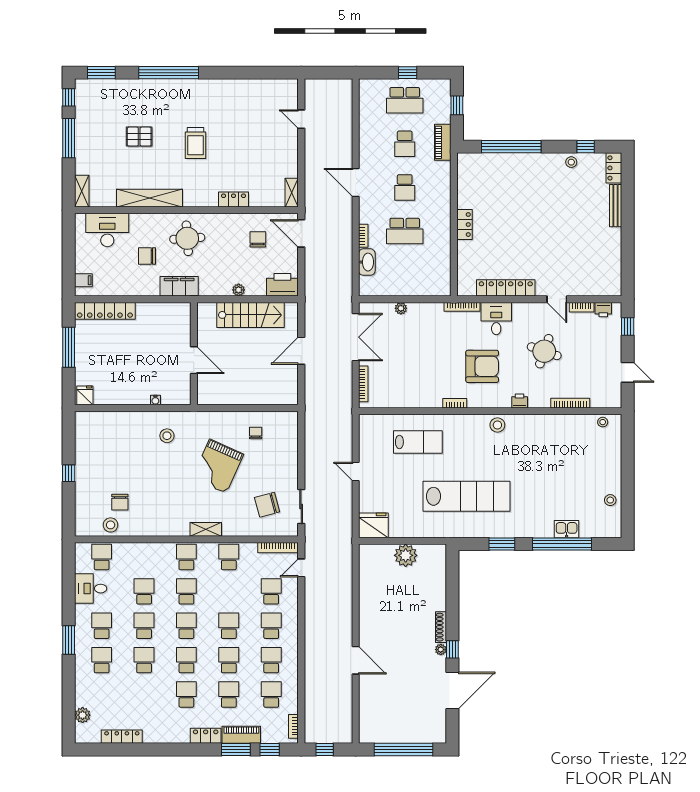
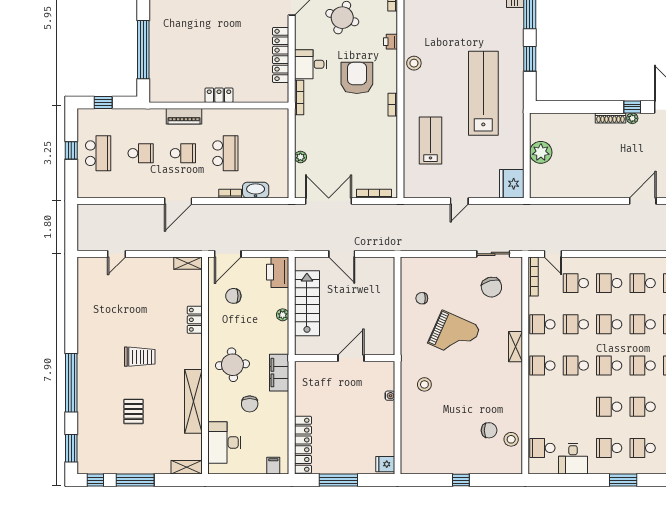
piano: (443, 142) -> (184, 116), moved
school desk: (144, 591) -> (576, 324), moved

